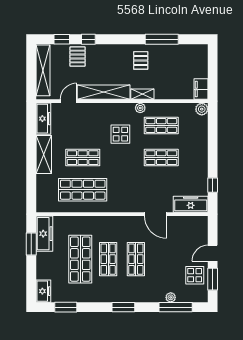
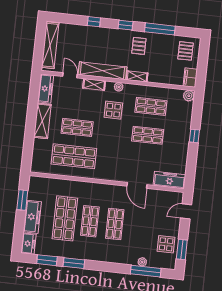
window: (62, 39) -> (125, 25), moved
pallet: (78, 57) -> (186, 51), moved
door: (69, 101) -> (70, 75), hinge flipped
shelving: (96, 108) -> (94, 85), added
plant: (140, 108) -> (119, 87), moved
window: (213, 185) -> (194, 136), moved
freezer: (44, 234) -> (32, 217), moved
door: (213, 253) -> (186, 211), moved
window: (123, 307) -> (74, 263), moved

